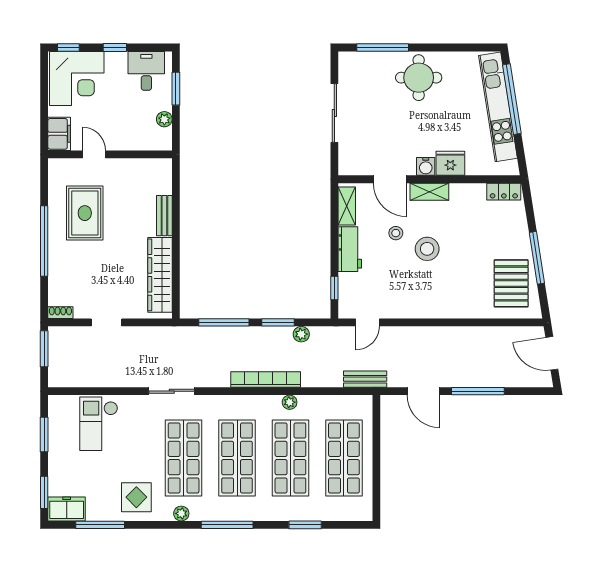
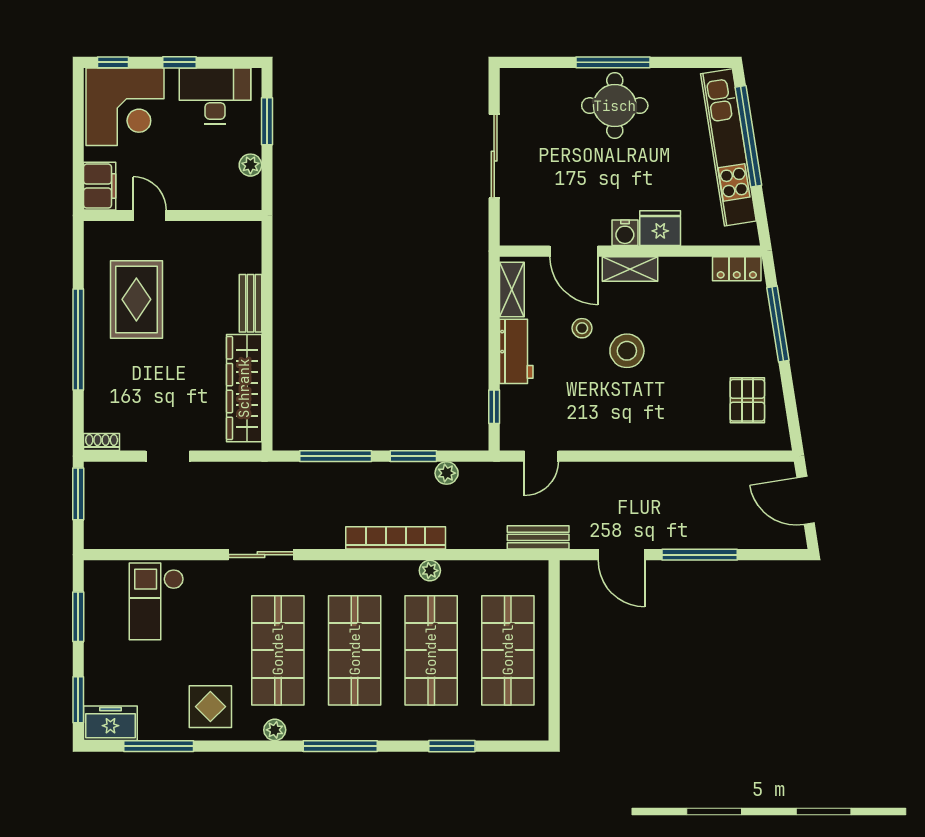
window: (383, 47) -> (613, 62), moved
desk: (146, 71) -> (215, 96), width x1.37
window: (537, 258) -> (778, 324), moved
pallet: (511, 283) -> (747, 400), width x0.67, depth x0.71

